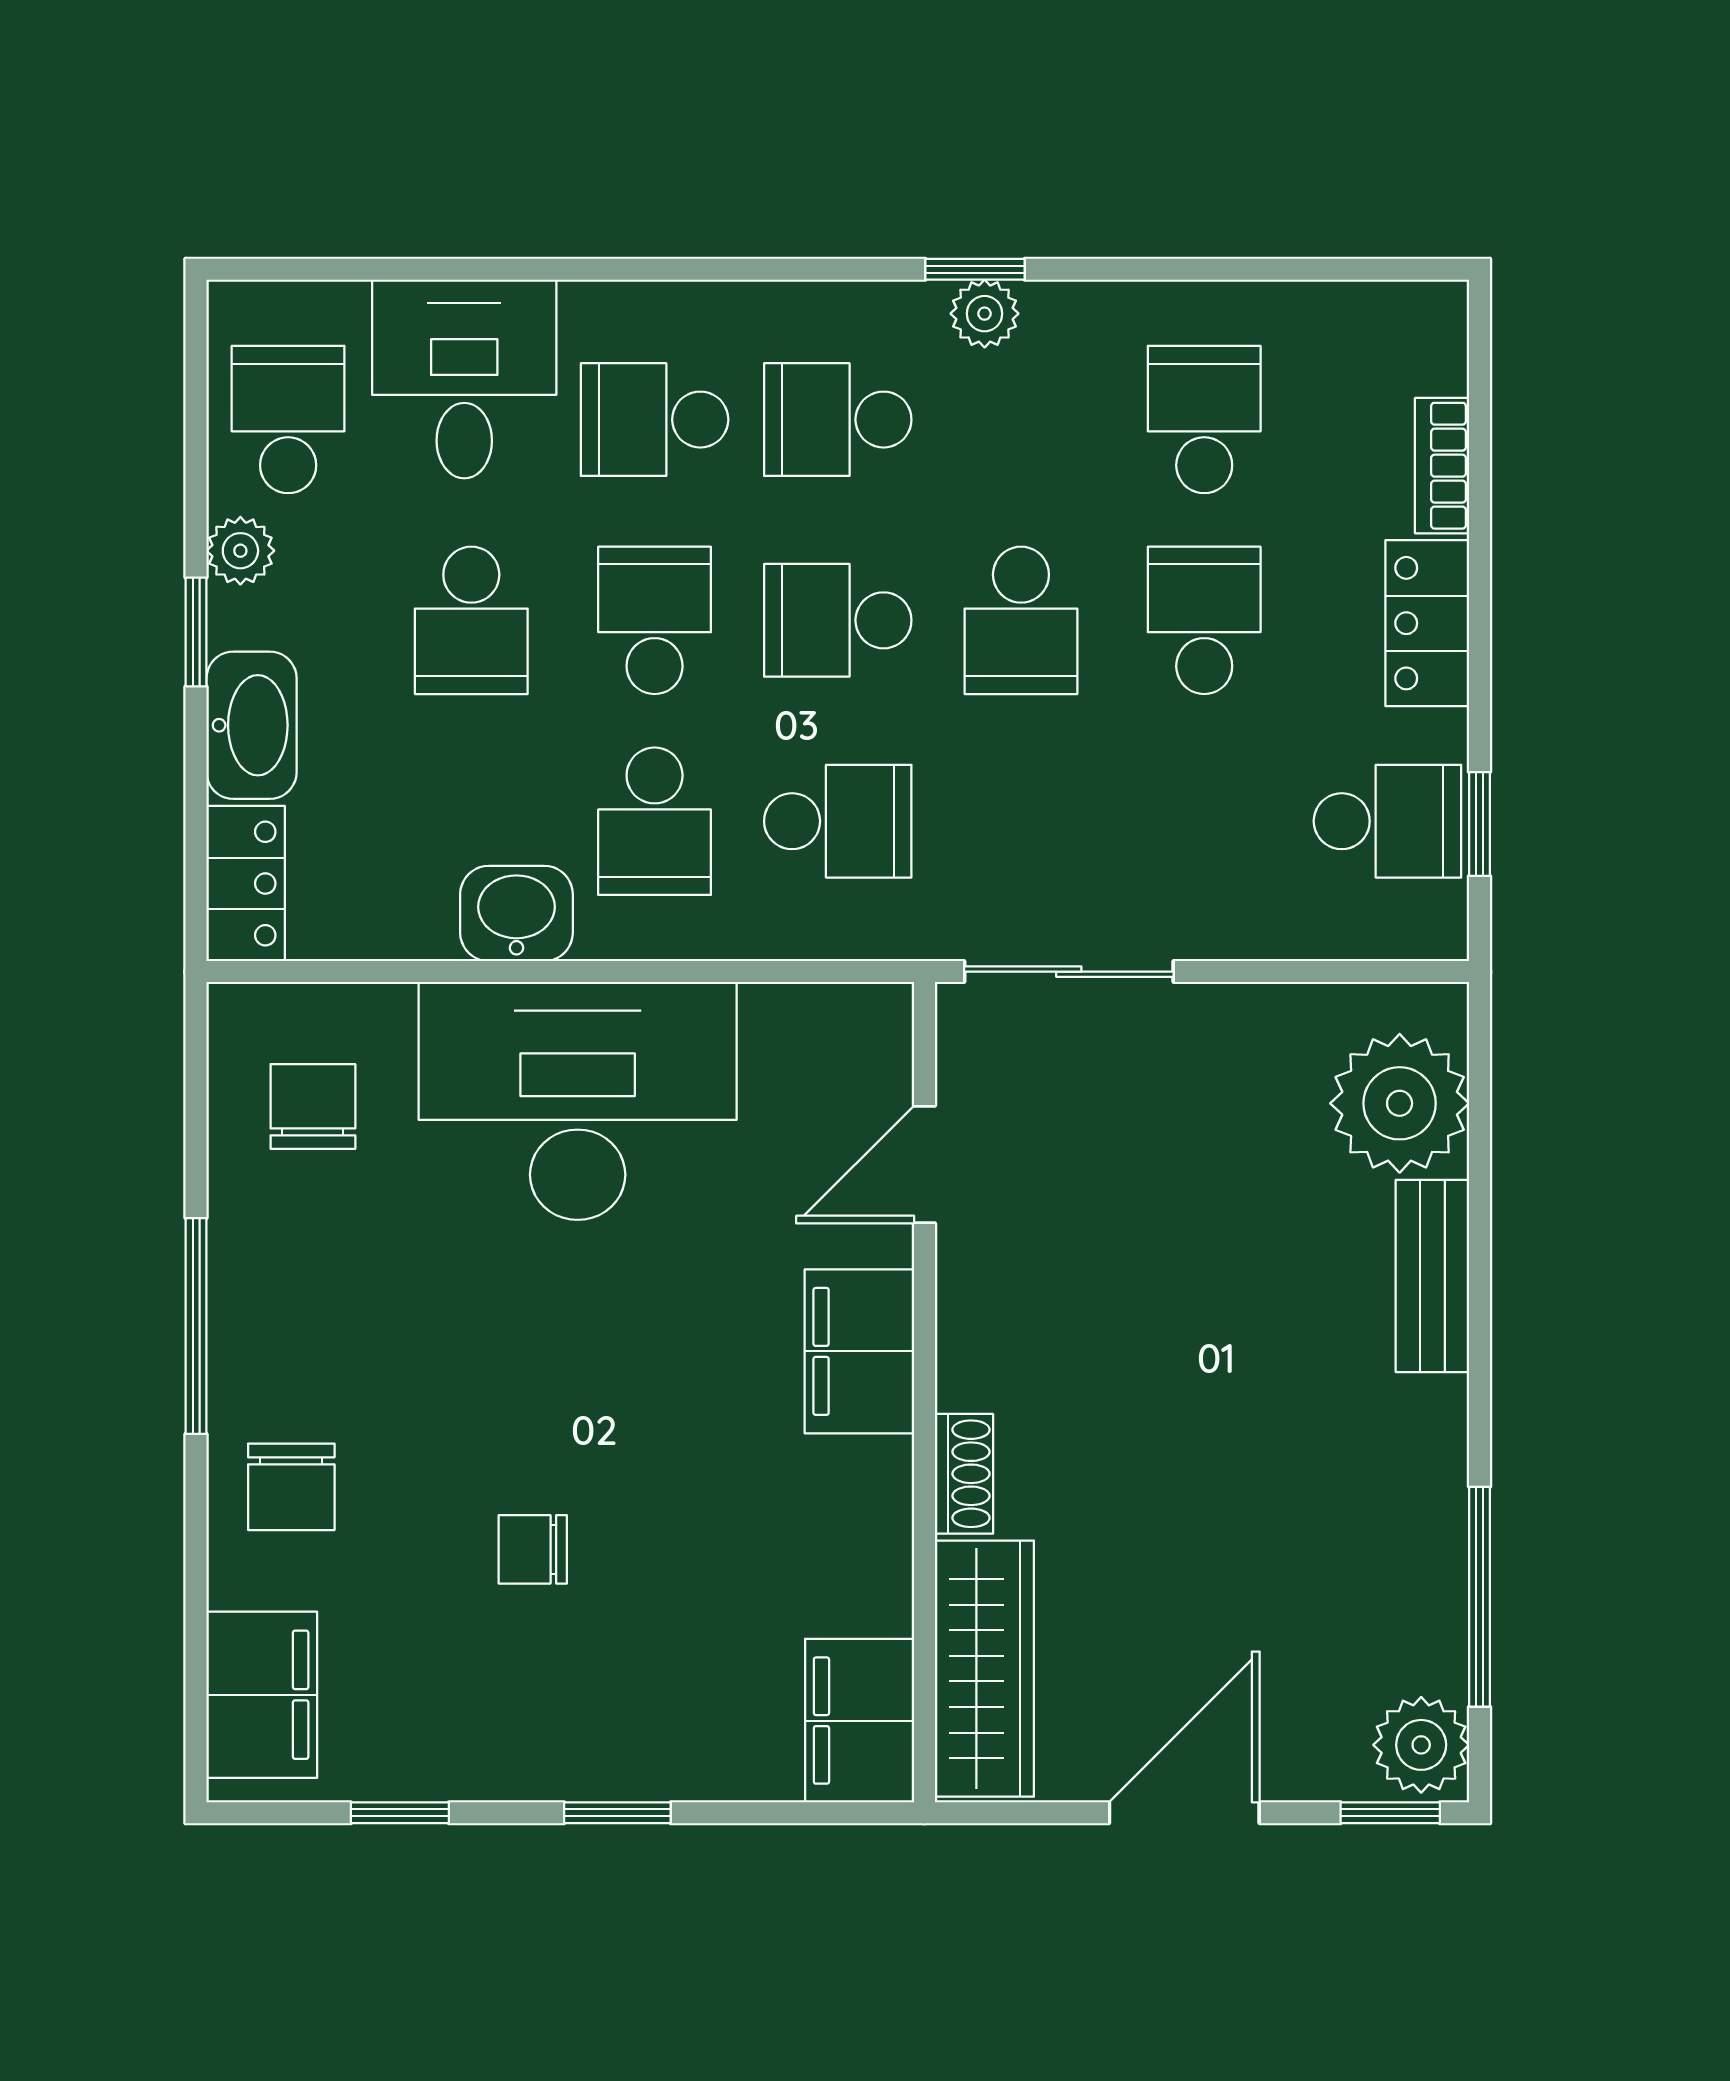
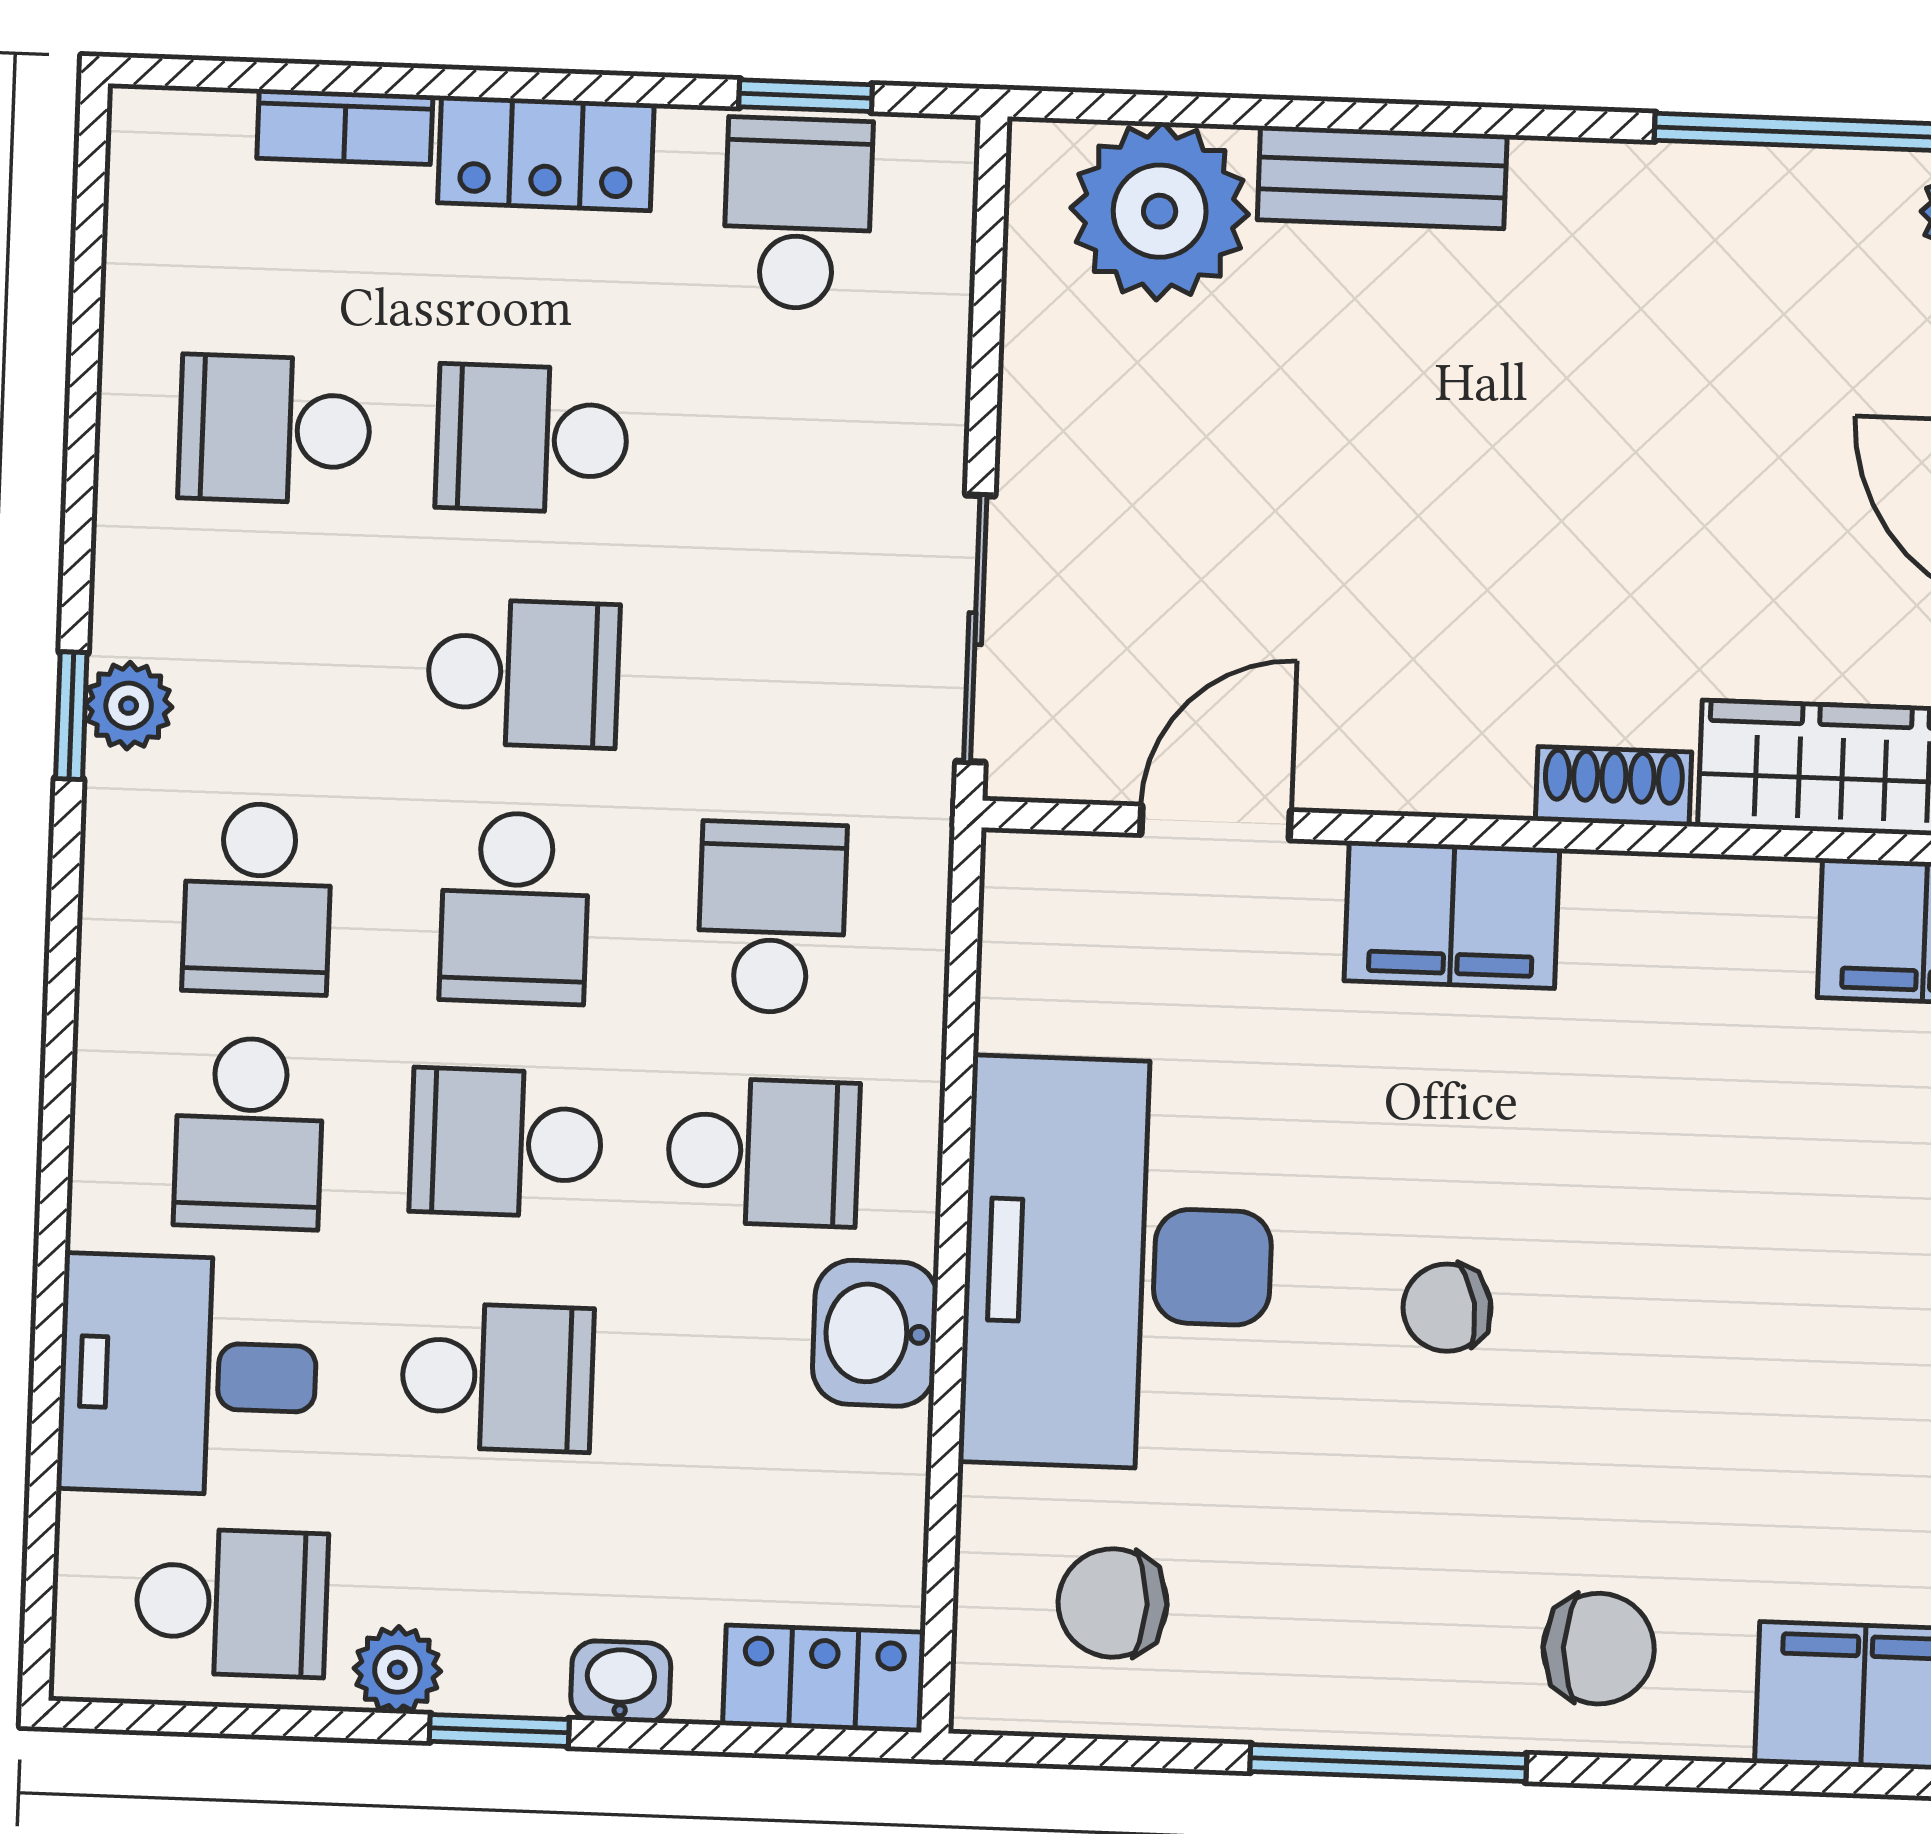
school desk: (288, 420) -> (232, 1603), turned 180
washbasin: (252, 725) -> (621, 1682), width x0.52, depth x0.69
door: (924, 1164) -> (1216, 822), swing flipped
chair: (533, 1549) -> (1447, 1308), moved, turned 79

